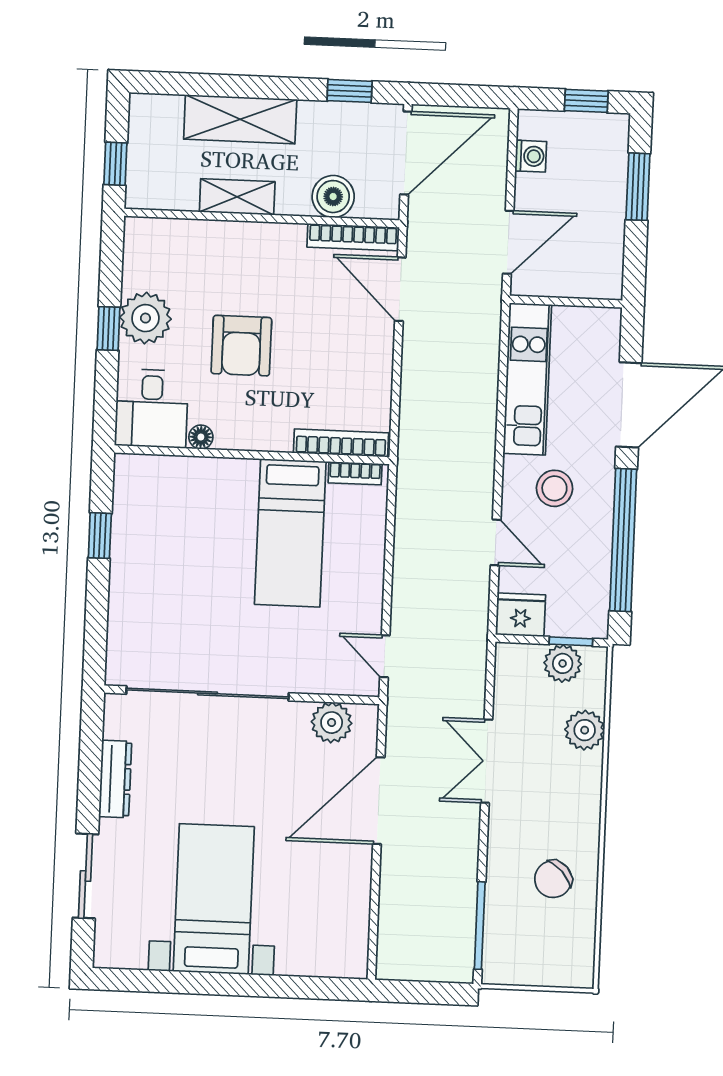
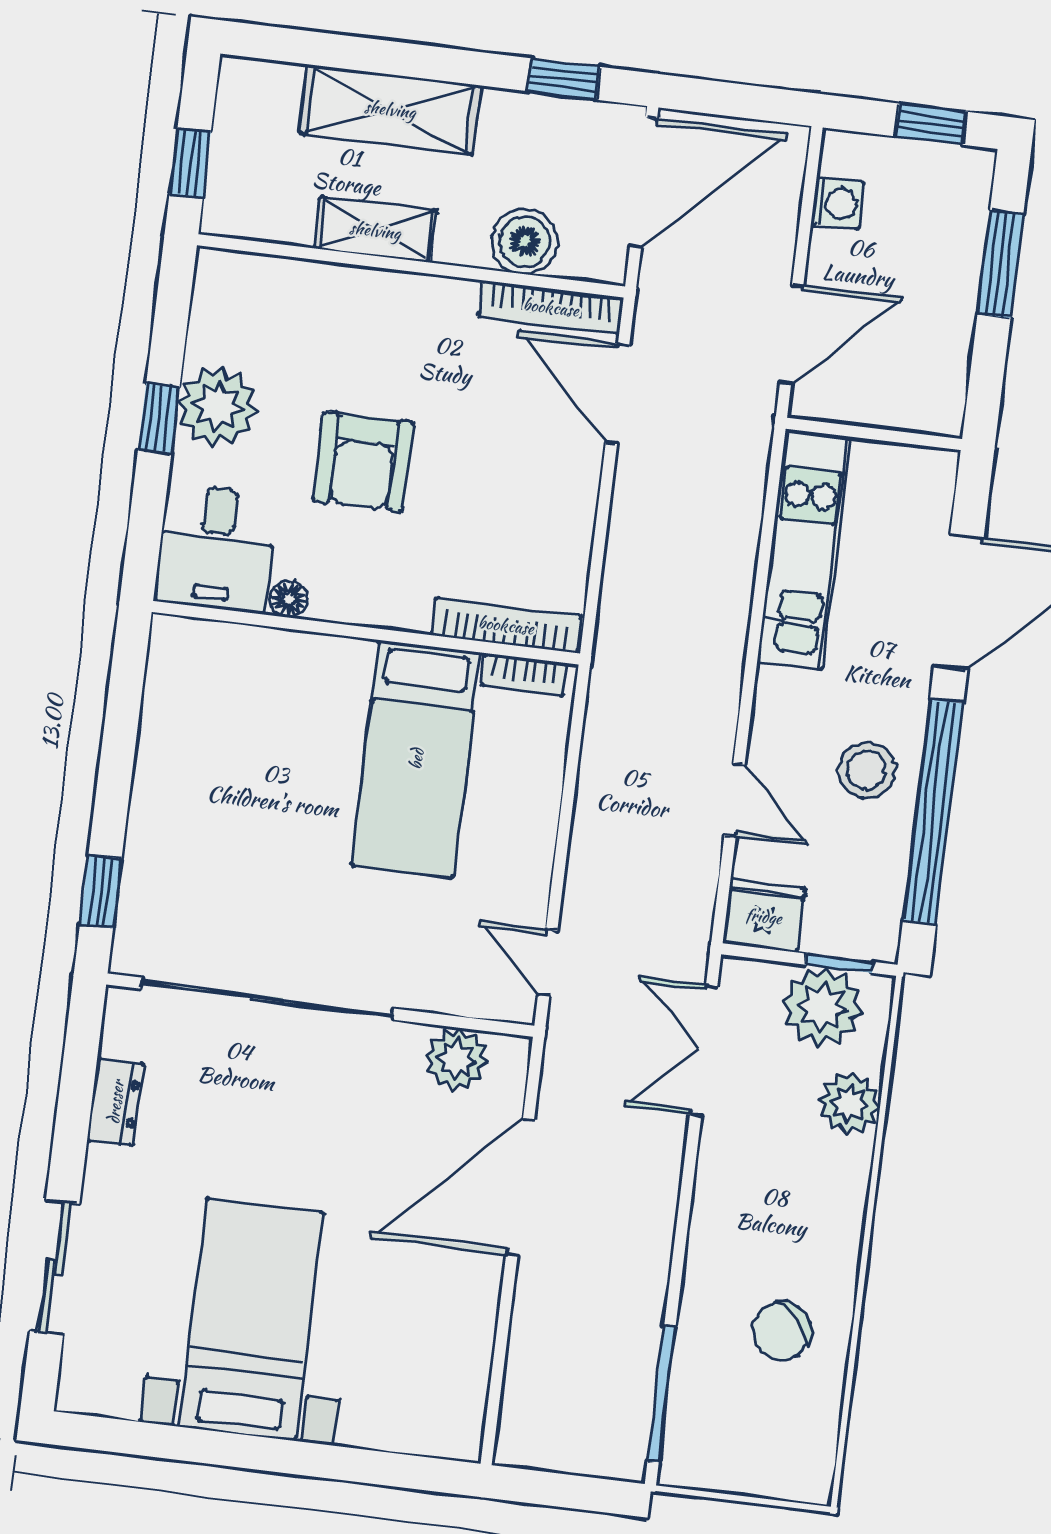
stool: (554, 488) -> (867, 770), moved
window: (100, 536) -> (101, 891), moved
plant: (563, 663) -> (822, 1007), width x1.36, depth x1.36
double door: (487, 761) -> (704, 1050), moved
dresser: (115, 779) -> (115, 1102), width x0.70

